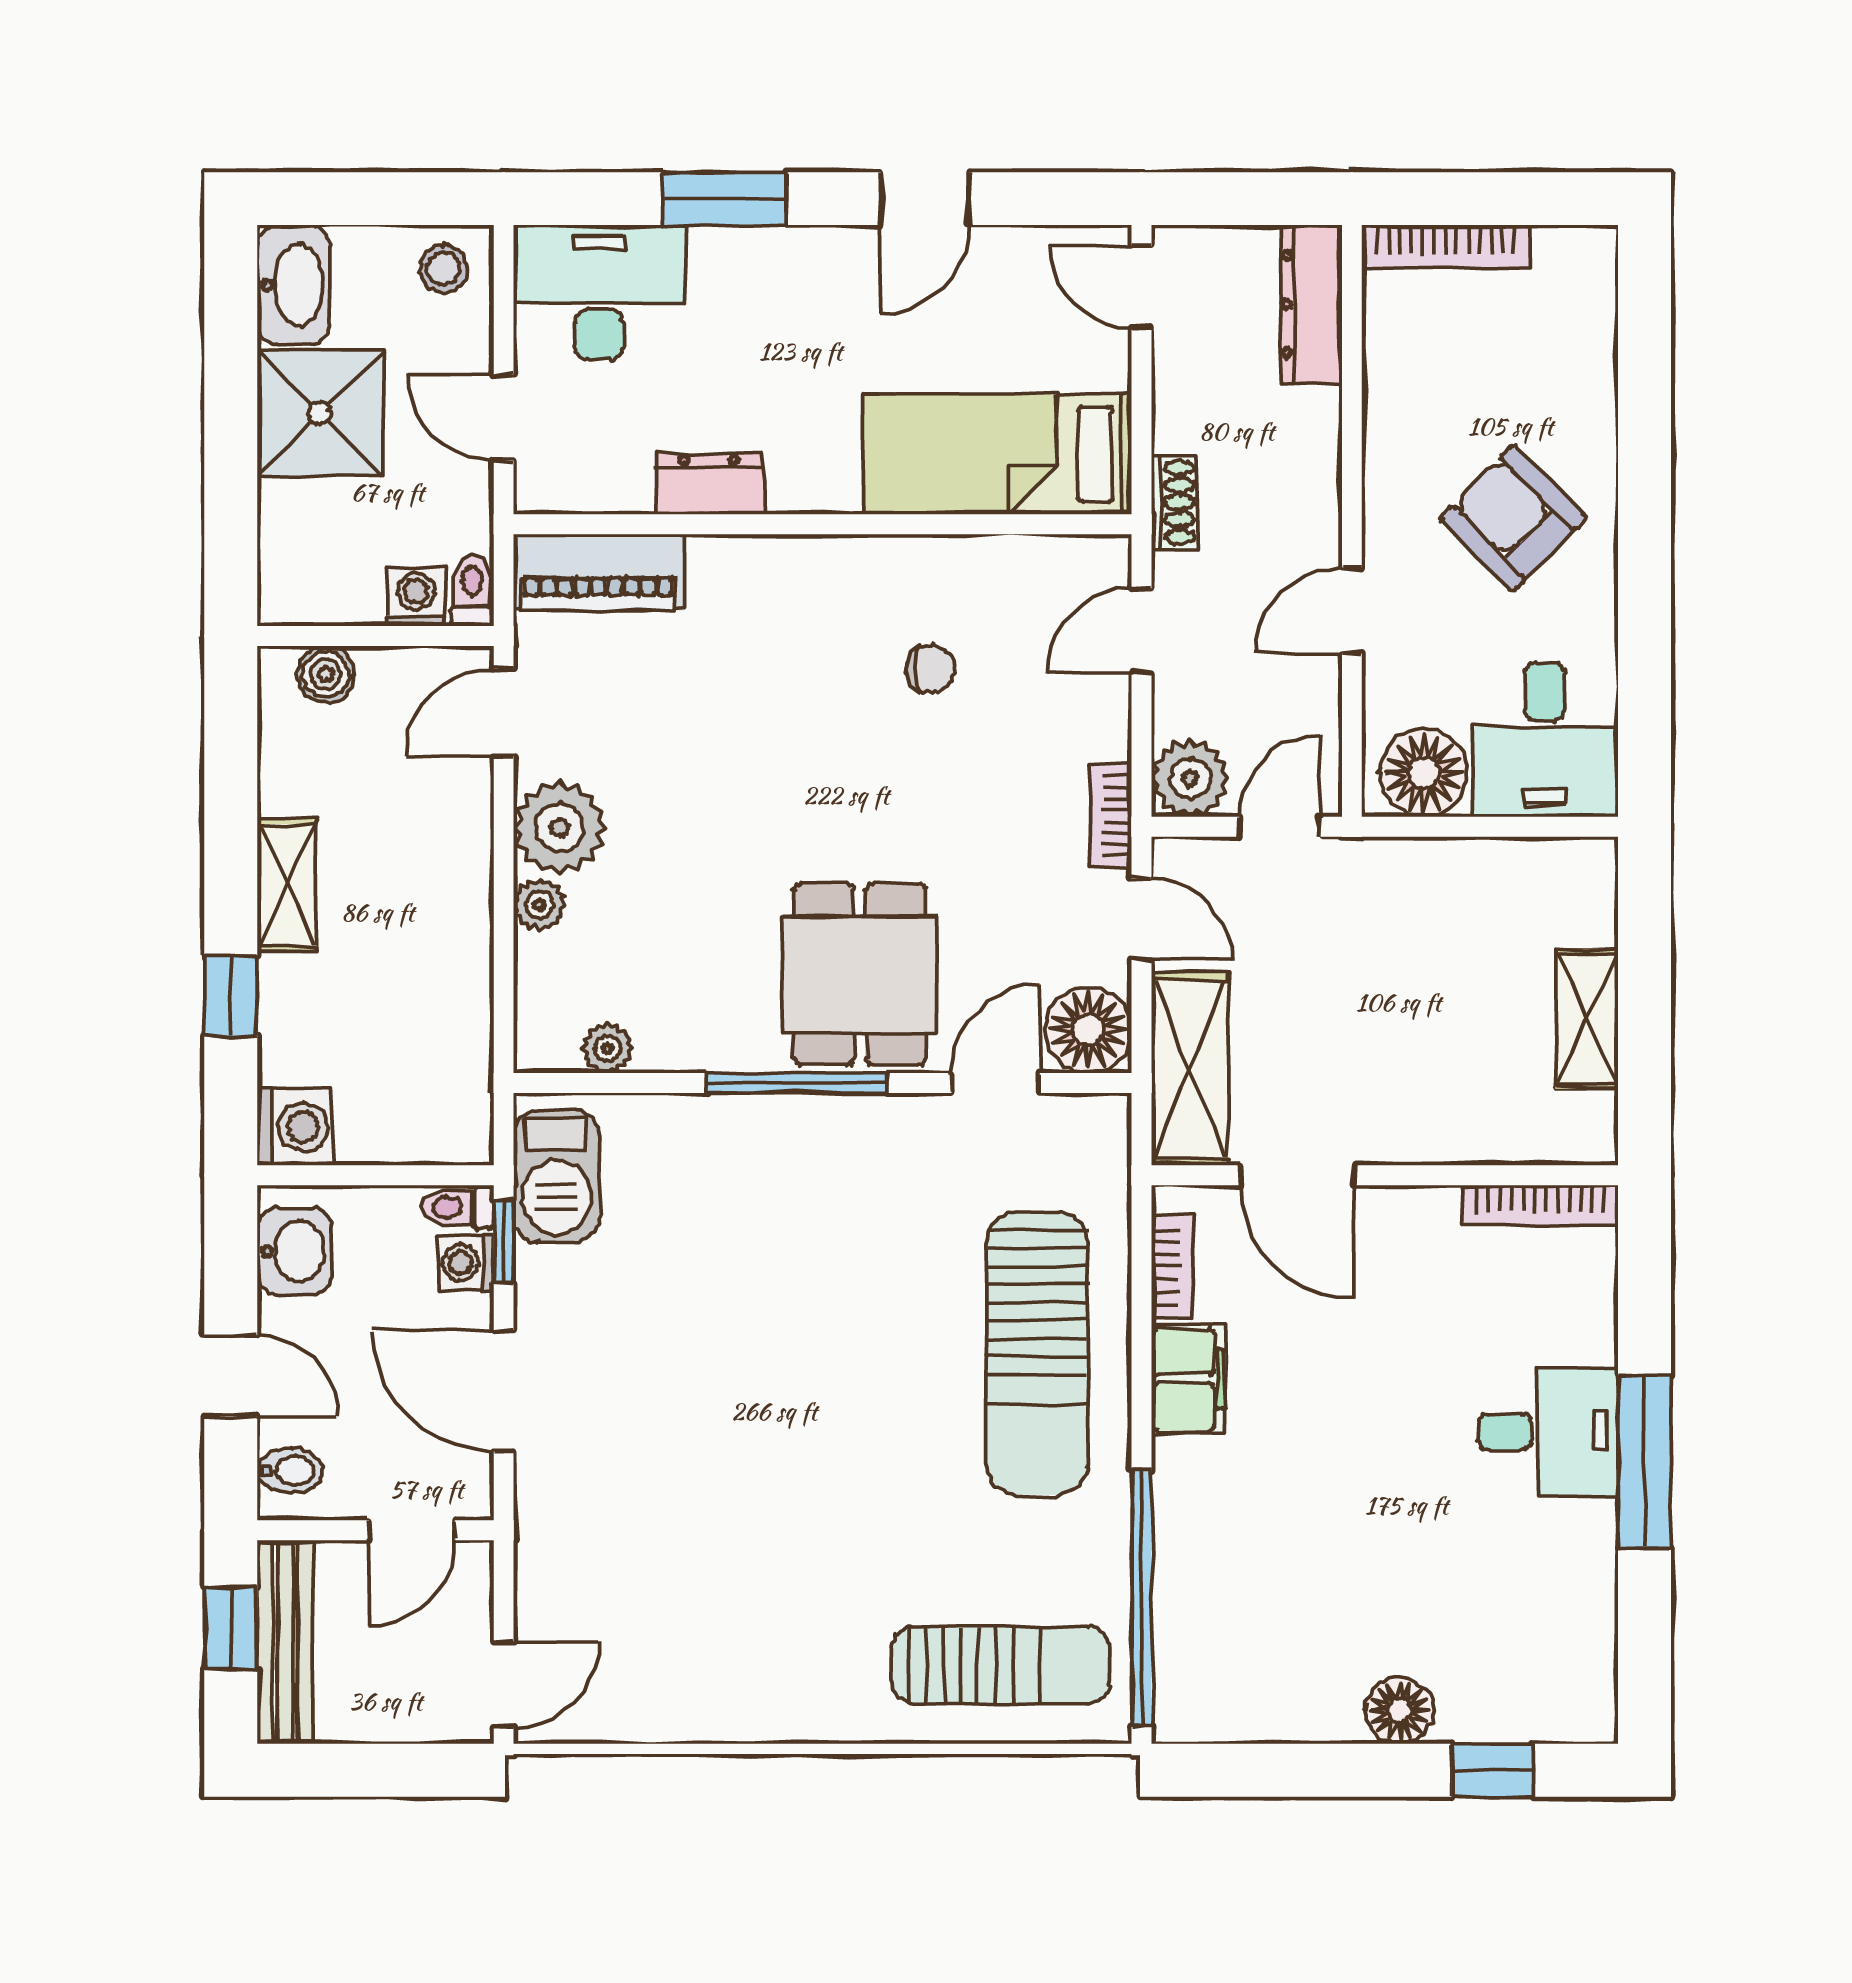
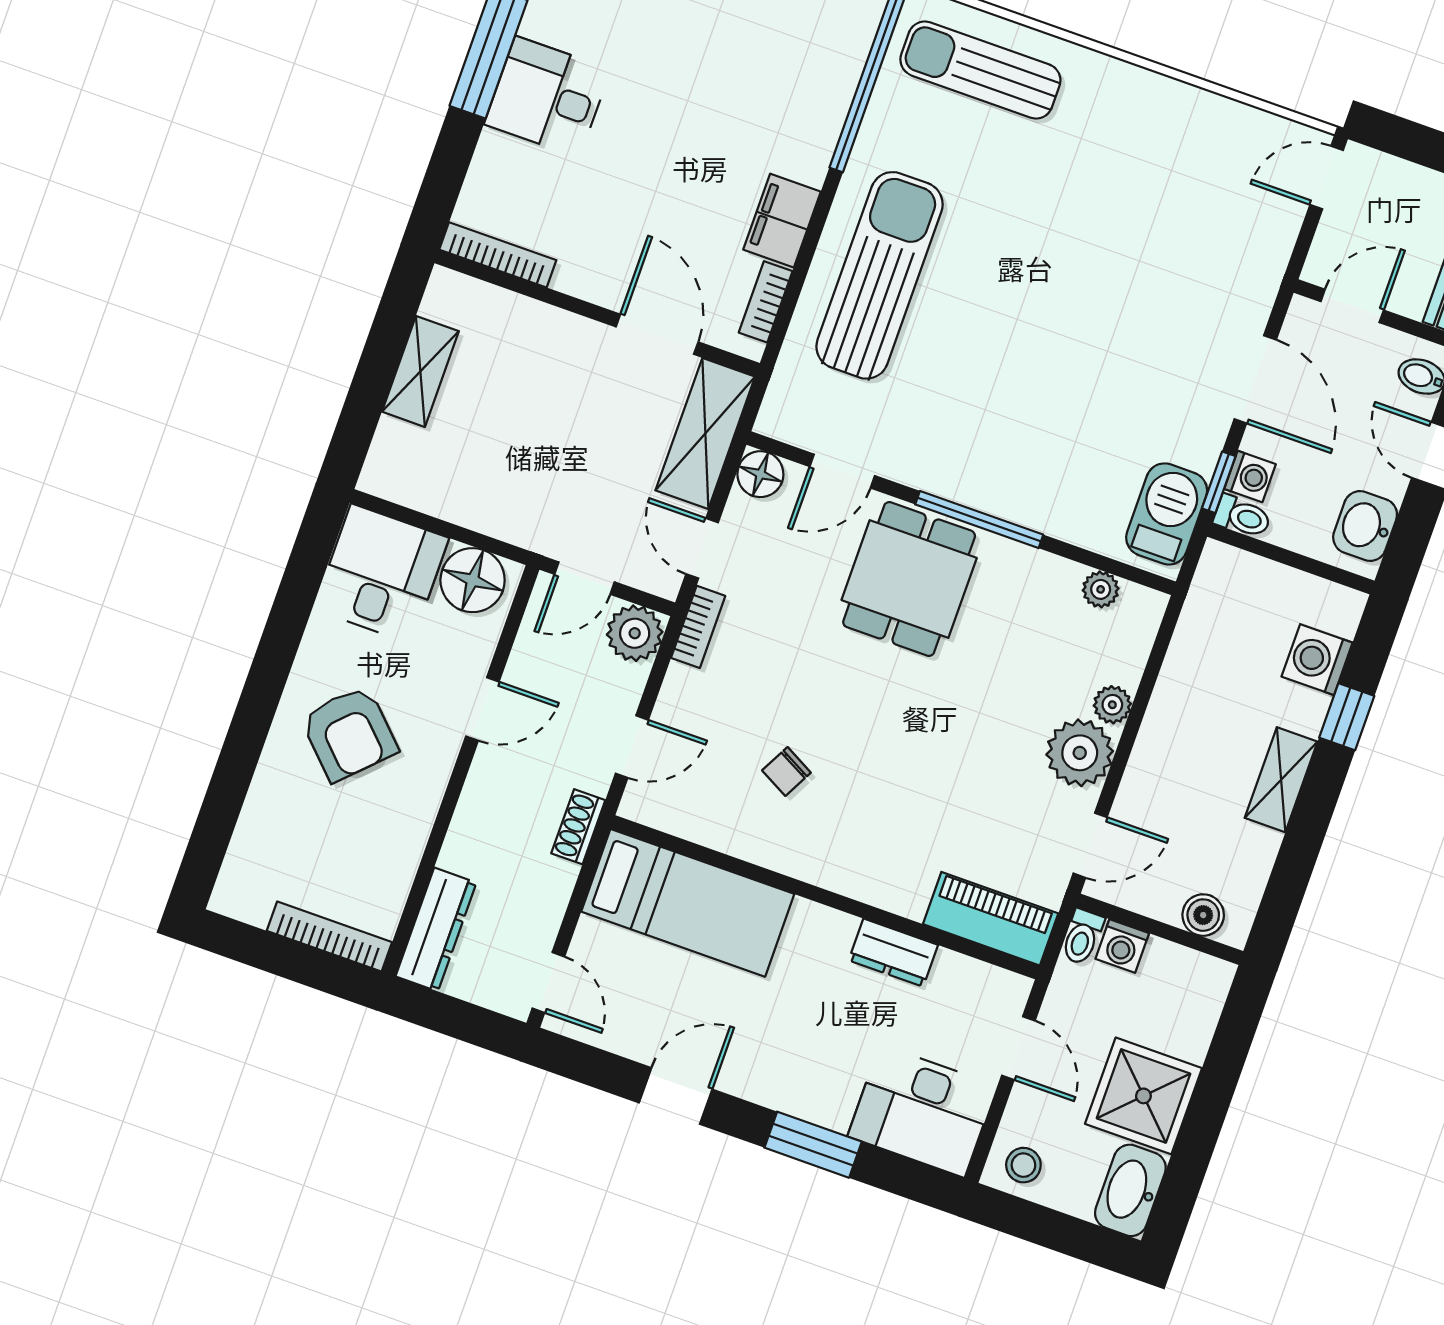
chair: (930, 669) -> (786, 771), turned -62
floor lamp: (1088, 1030) -> (760, 474), width x0.73, depth x0.73
washing machine: (295, 1127) -> (1317, 660), moved

